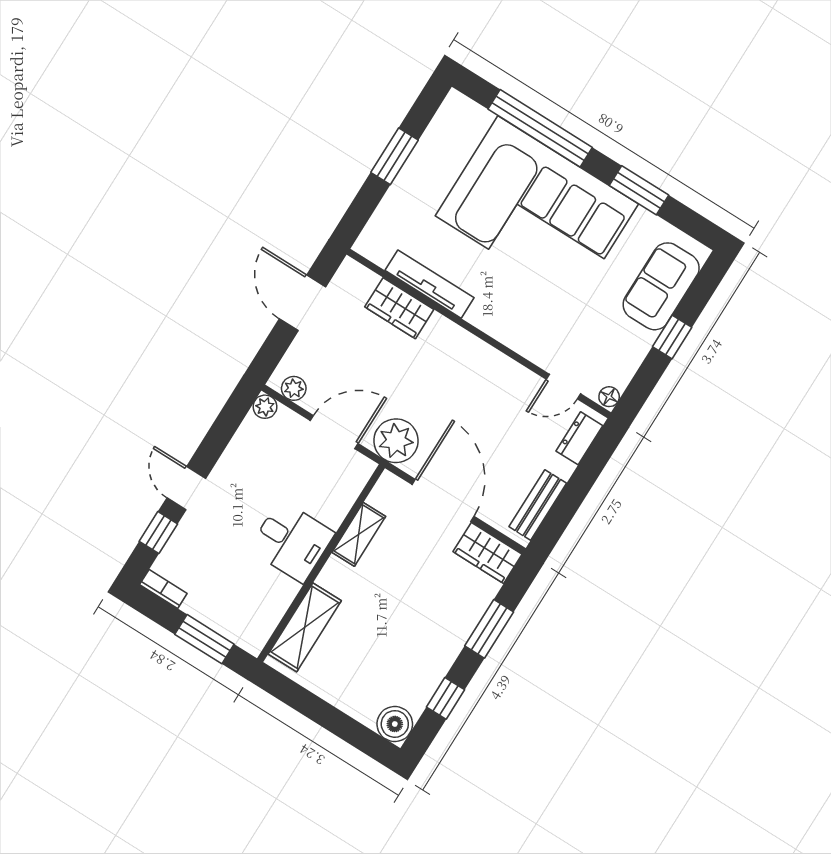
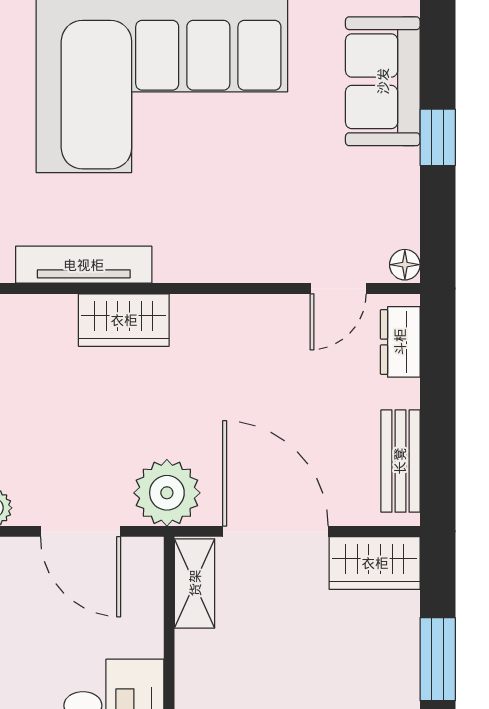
wardrobe: (399, 308) -> (124, 320), moved
door: (334, 432) -> (81, 531), swing flipped
shelving: (359, 534) -> (195, 583), moved

